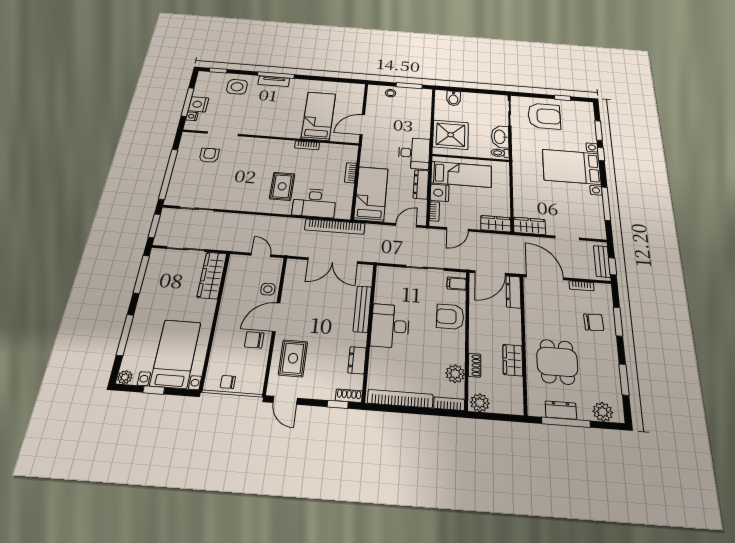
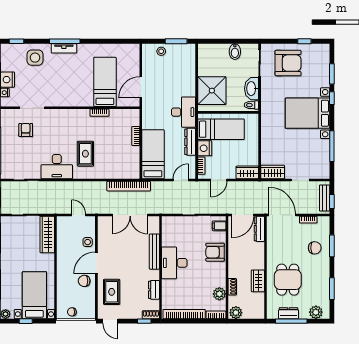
bidet: (453, 98) -> (235, 52), moved
desk: (314, 203) -> (57, 167), moved

